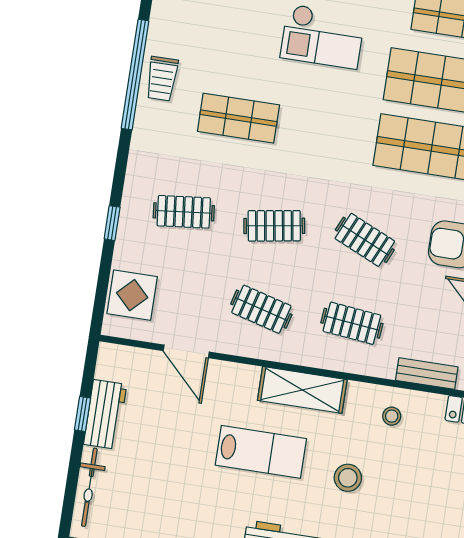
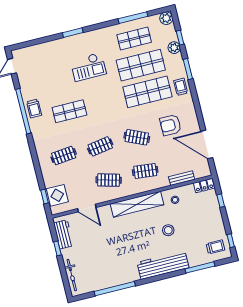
window: (112, 223) -> (45, 196), moved
shelving: (302, 390) -> (137, 204), width x1.47
workbench: (105, 414) -> (63, 234), moved
lab bench: (261, 452) -> (131, 234), removed

